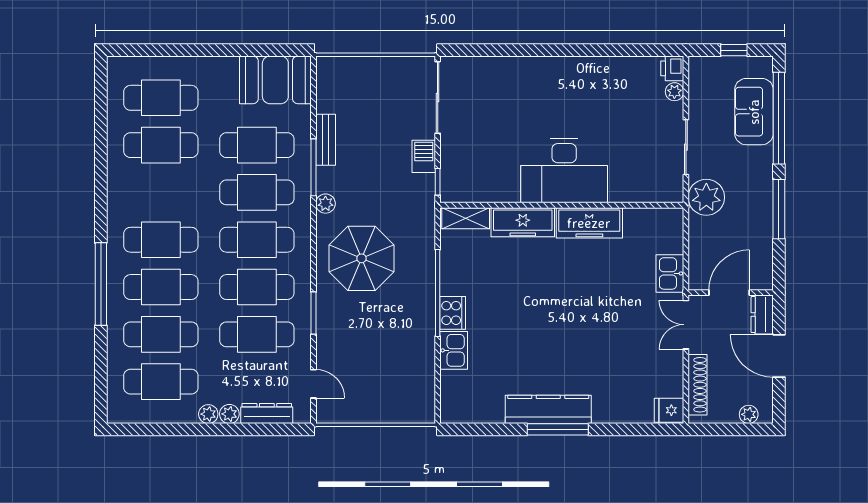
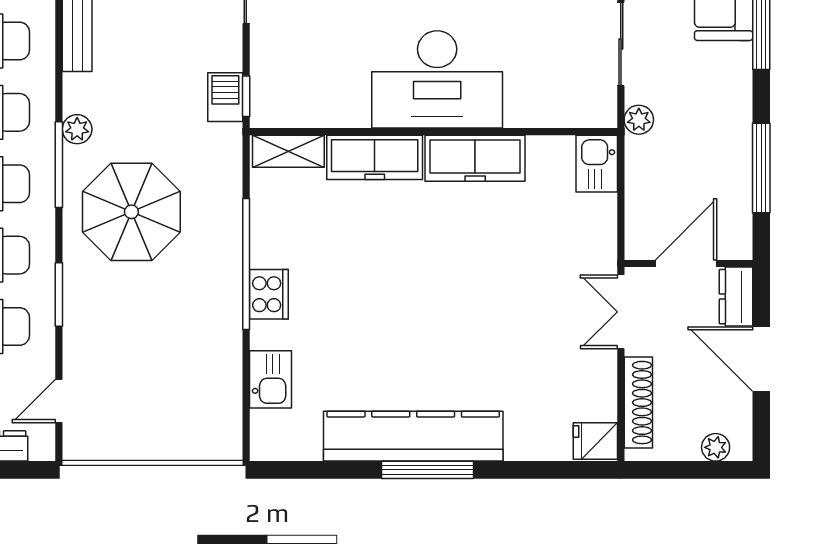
barbecue: (424, 156) -> (225, 97), moved
window: (313, 167) -> (59, 165), moved
plant: (706, 197) -> (639, 120), width x0.53, depth x0.53
window: (779, 209) -> (761, 168), moved
kitchen sink: (670, 273) -> (597, 164), moved
kitchen sink: (454, 350) -> (271, 379), moved
door: (313, 384) -> (59, 401), swing flipped
kitchen counter: (548, 409) -> (413, 436), width x1.39, depth x1.17

